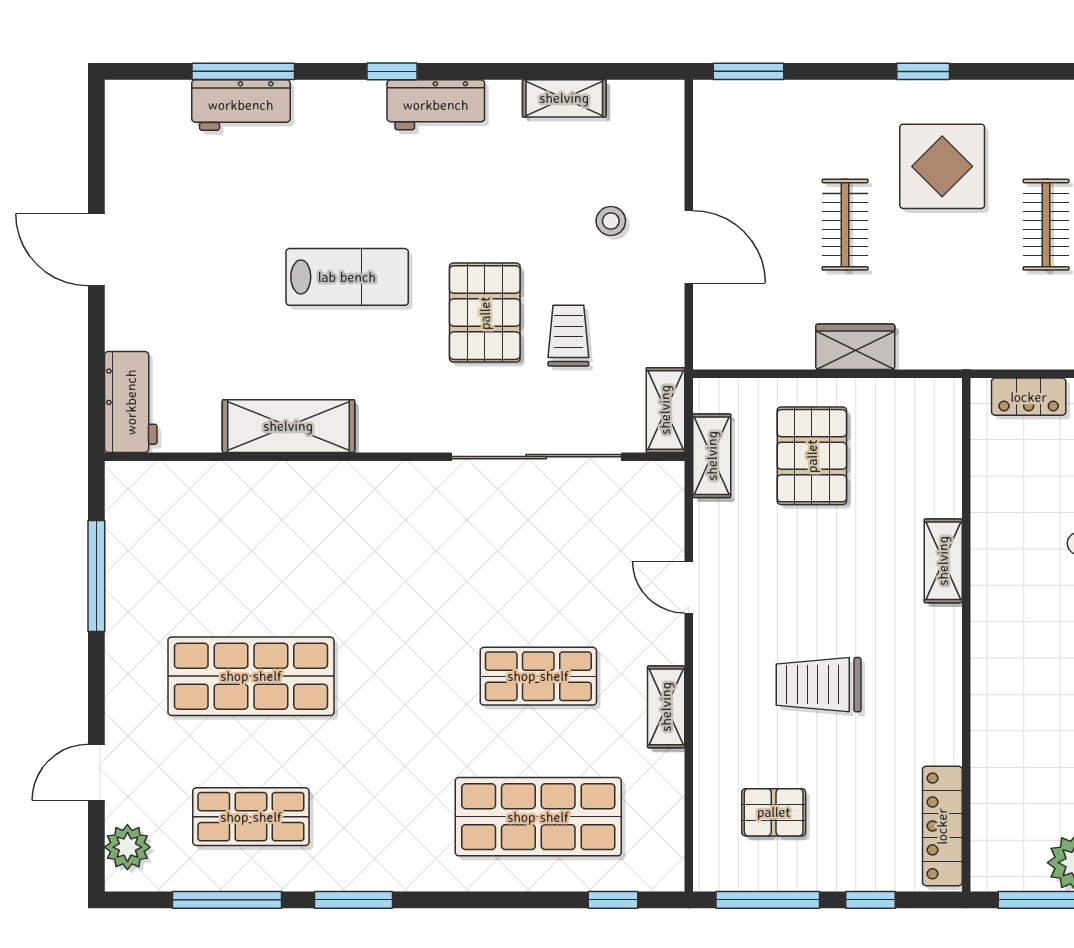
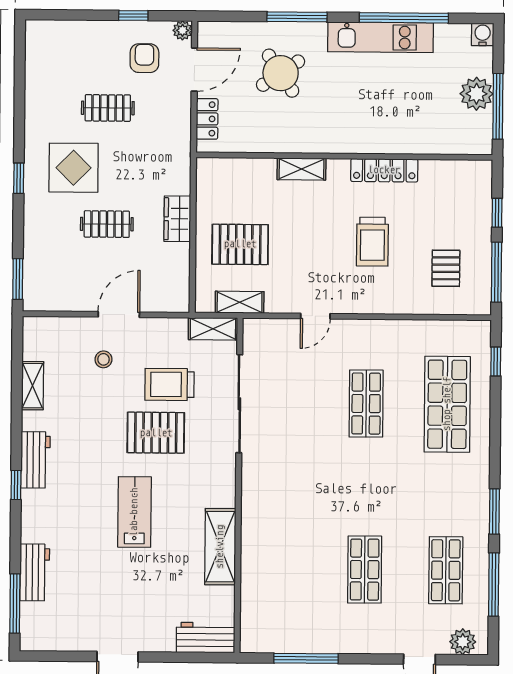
window: (243, 71) -> (15, 603), moved
trolley: (568, 336) -> (170, 384), width x1.36, depth x1.39
shop shelf: (251, 676) -> (365, 570), width x0.70, depth x0.74
shelving: (666, 707) -> (384, 330), removed
locker: (942, 826) -> (384, 170), moved

